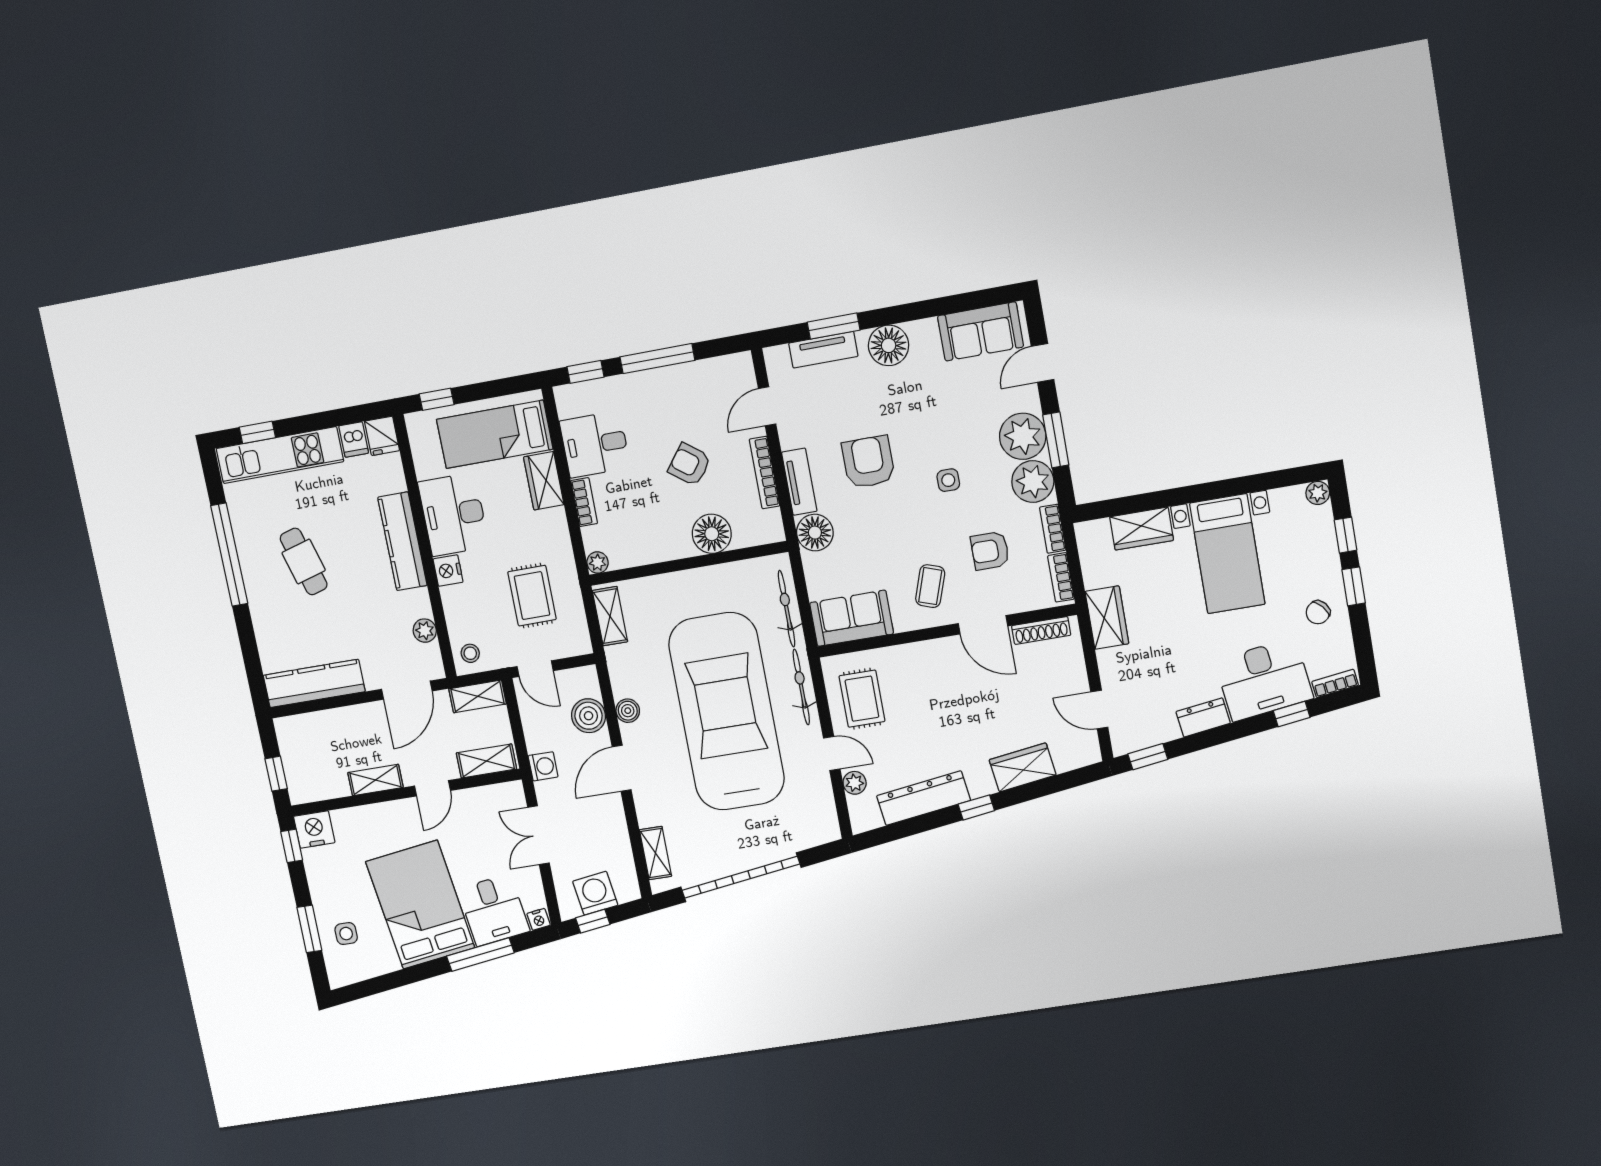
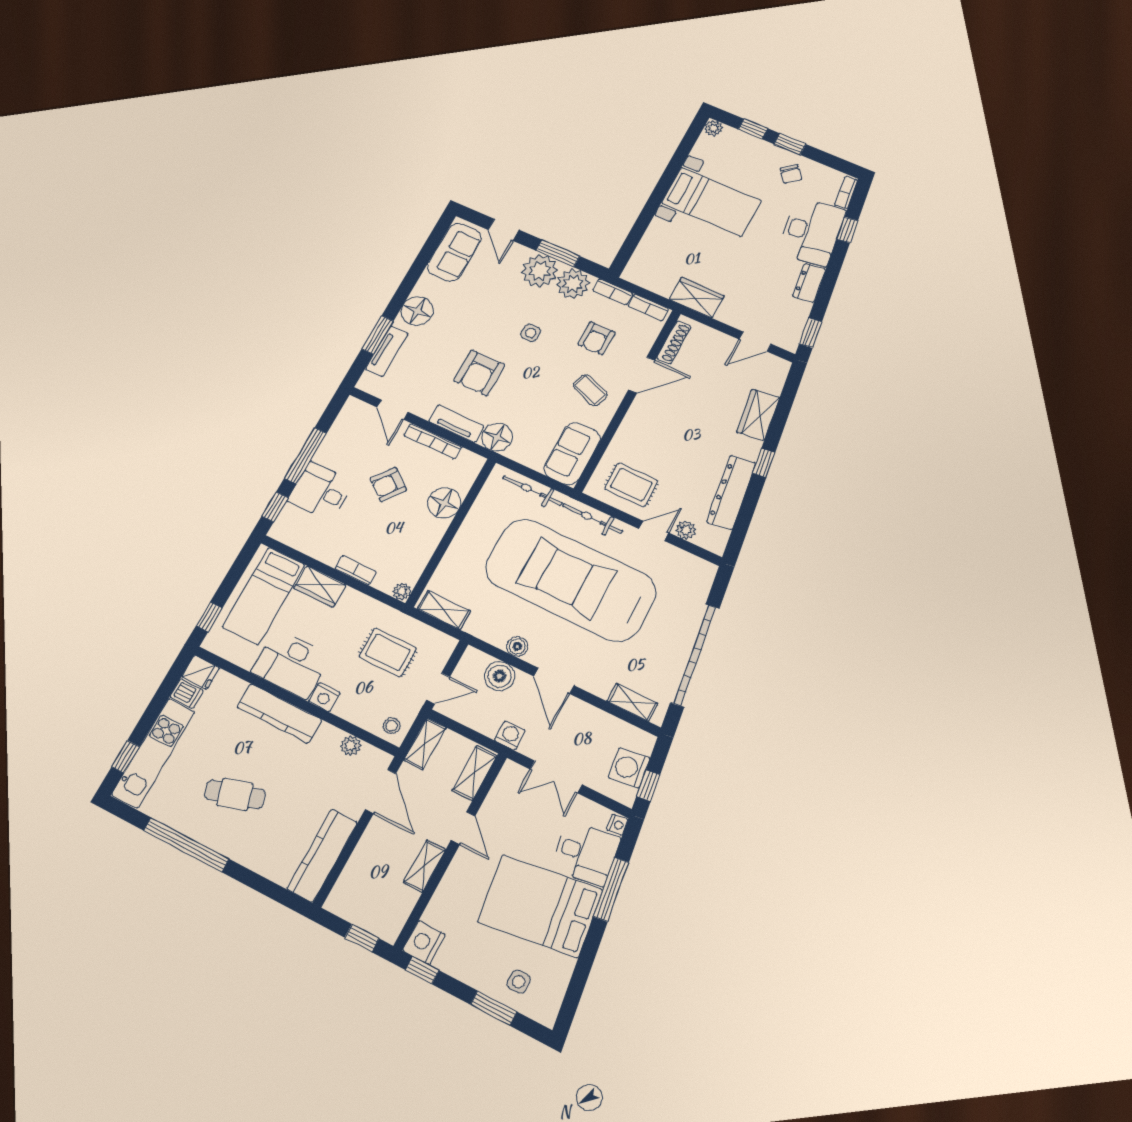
desk: (595, 444) -> (321, 491), moved, turned 90
armchair: (868, 462) -> (479, 373), turned -90
wardrobe: (1142, 529) -> (655, 240), removed

